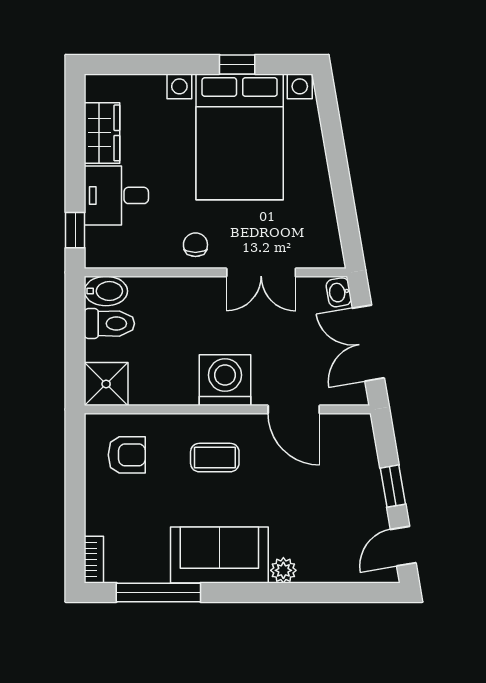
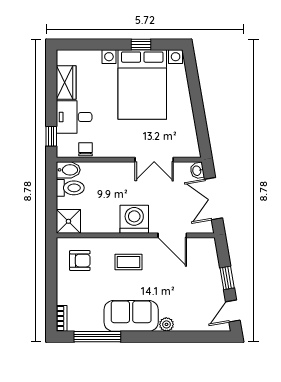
chair: (195, 245) -> (86, 149), moved

